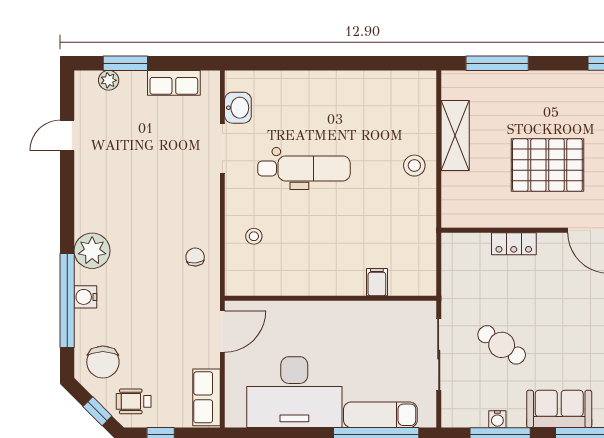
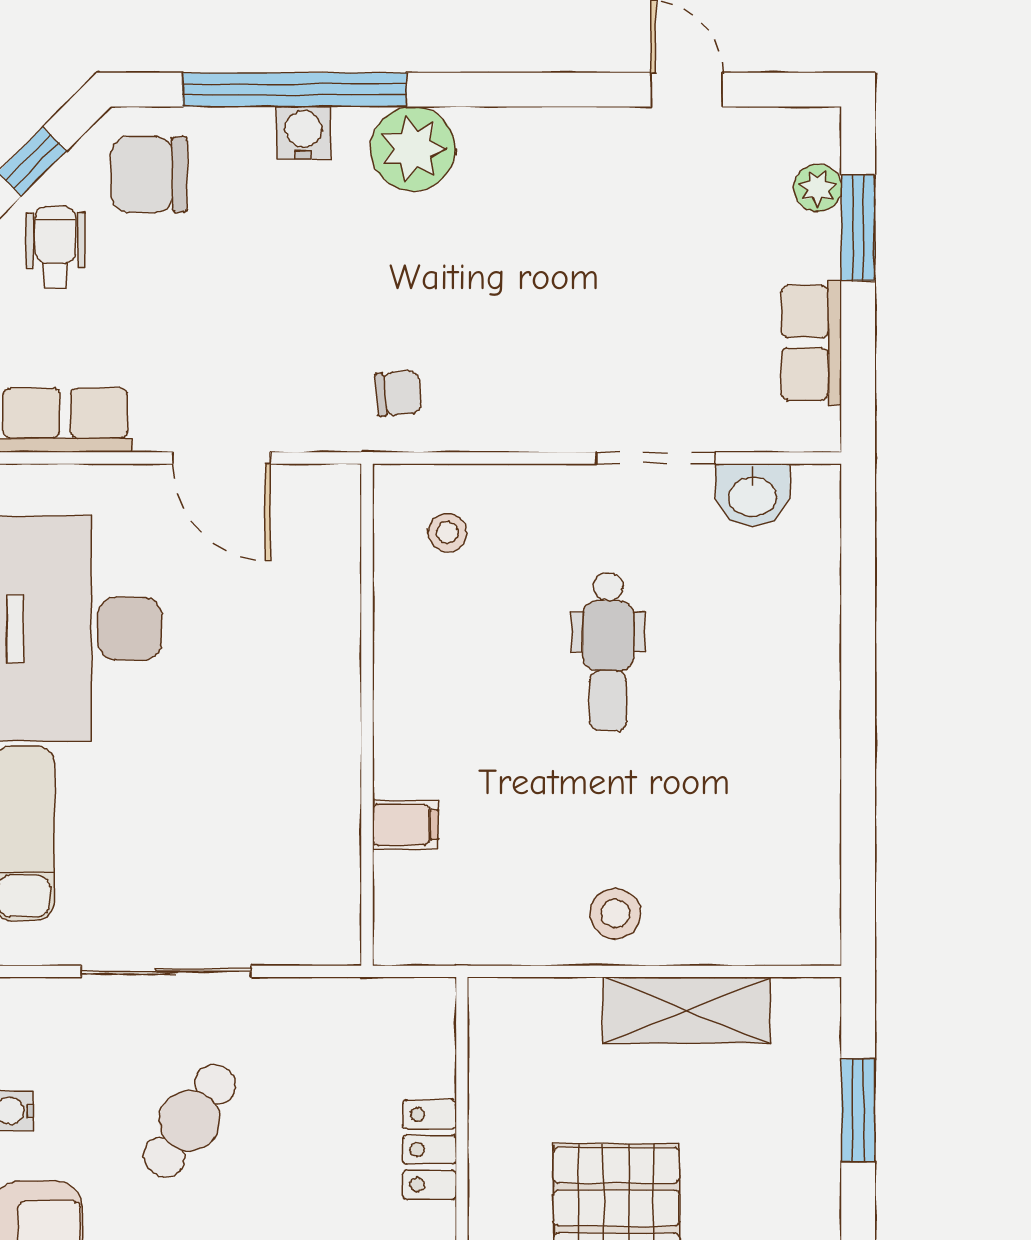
window: (497, 63) -> (858, 1110), width x0.69
dental chair: (304, 168) -> (608, 652), width x0.73, depth x0.72
filing cabinet: (377, 282) -> (405, 825), moved
wall: (331, 298) -> (367, 715), moved

